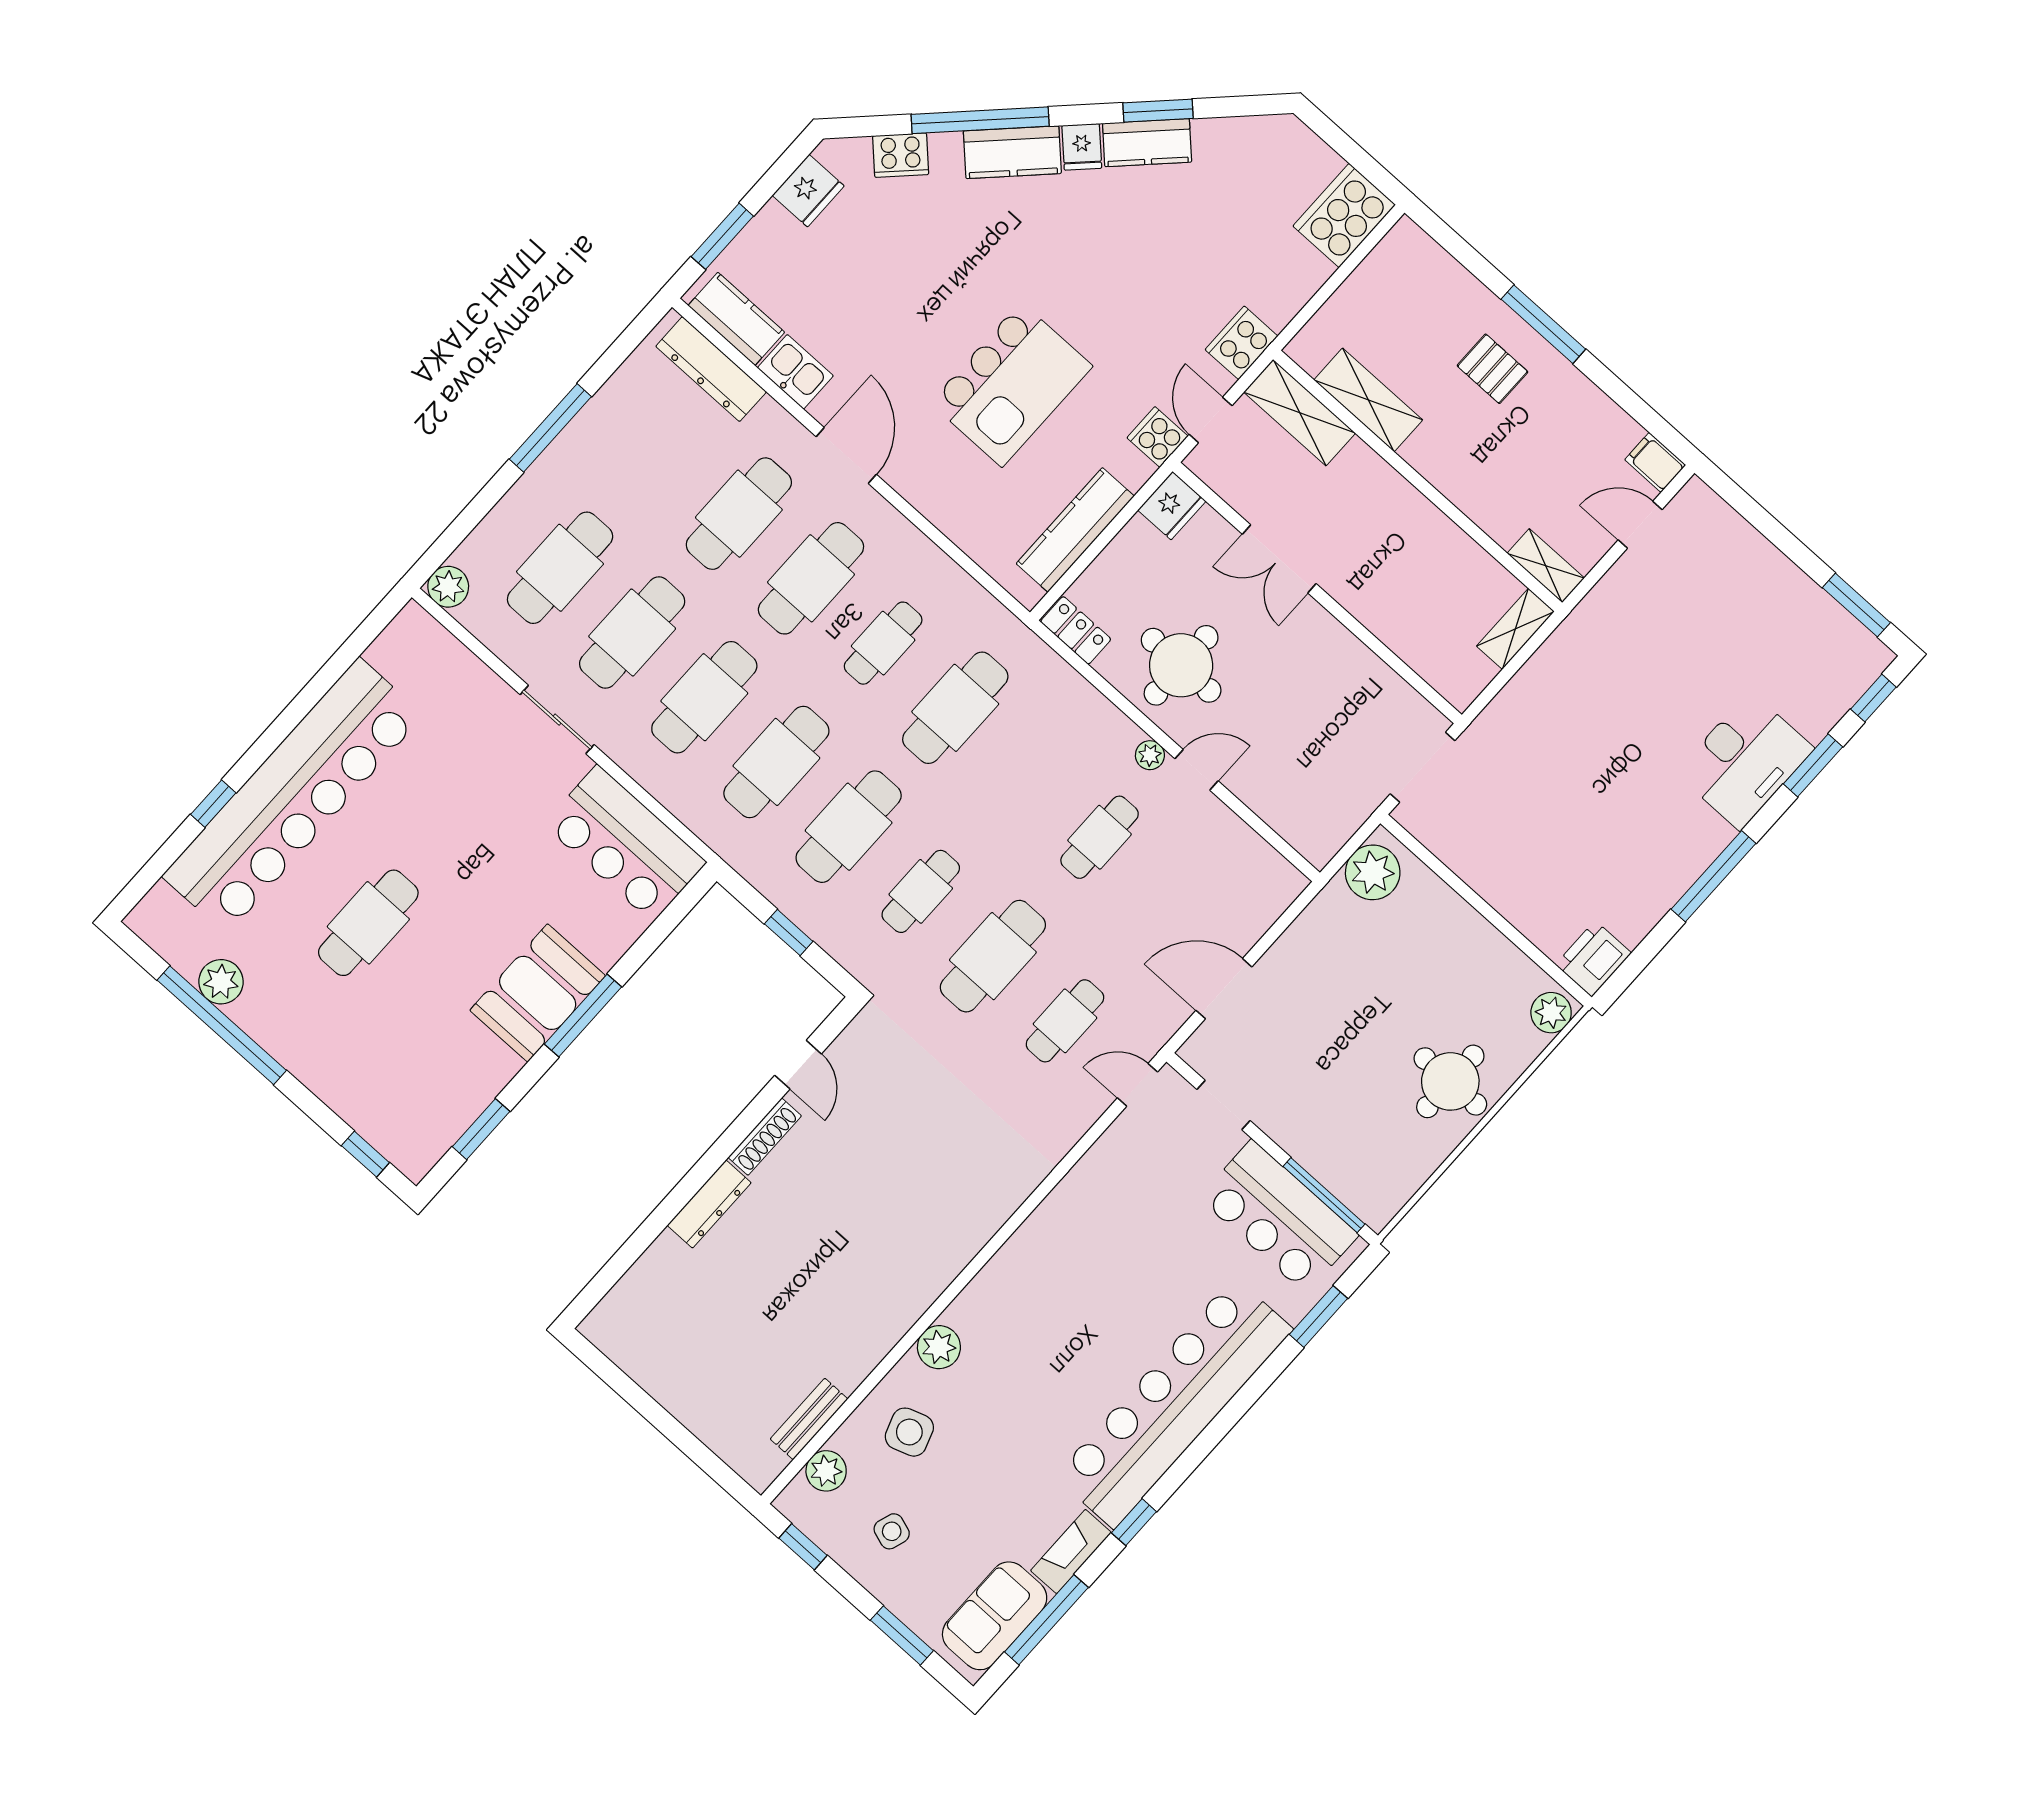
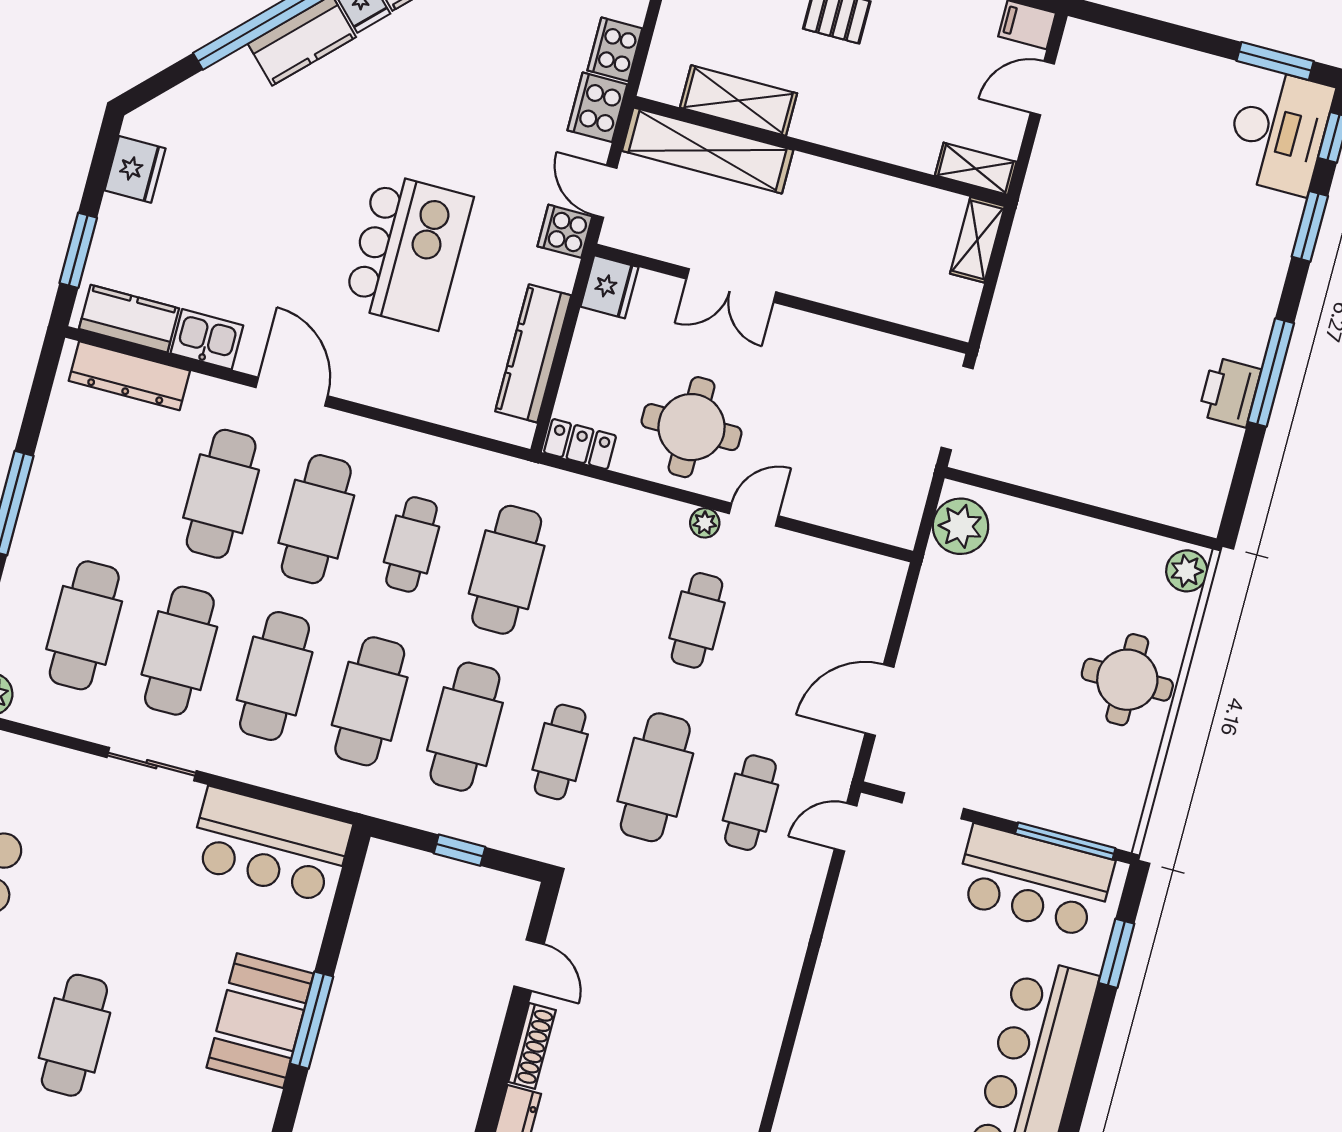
cooker: (901, 155) -> (615, 49), moved, turned 135
shelving: (1300, 413) -> (708, 150), width x1.47
desk: (1745, 761) -> (1278, 131), moved
printer: (1593, 959) -> (1230, 392), moved

